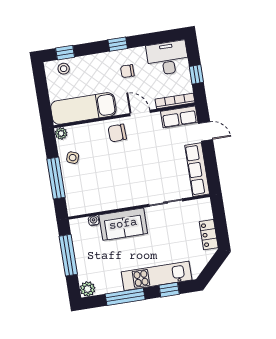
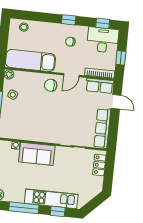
window: (65, 53) -> (103, 23), moved
door: (140, 113) -> (71, 75), swing flipped
locker: (209, 235) -> (99, 165), moved

